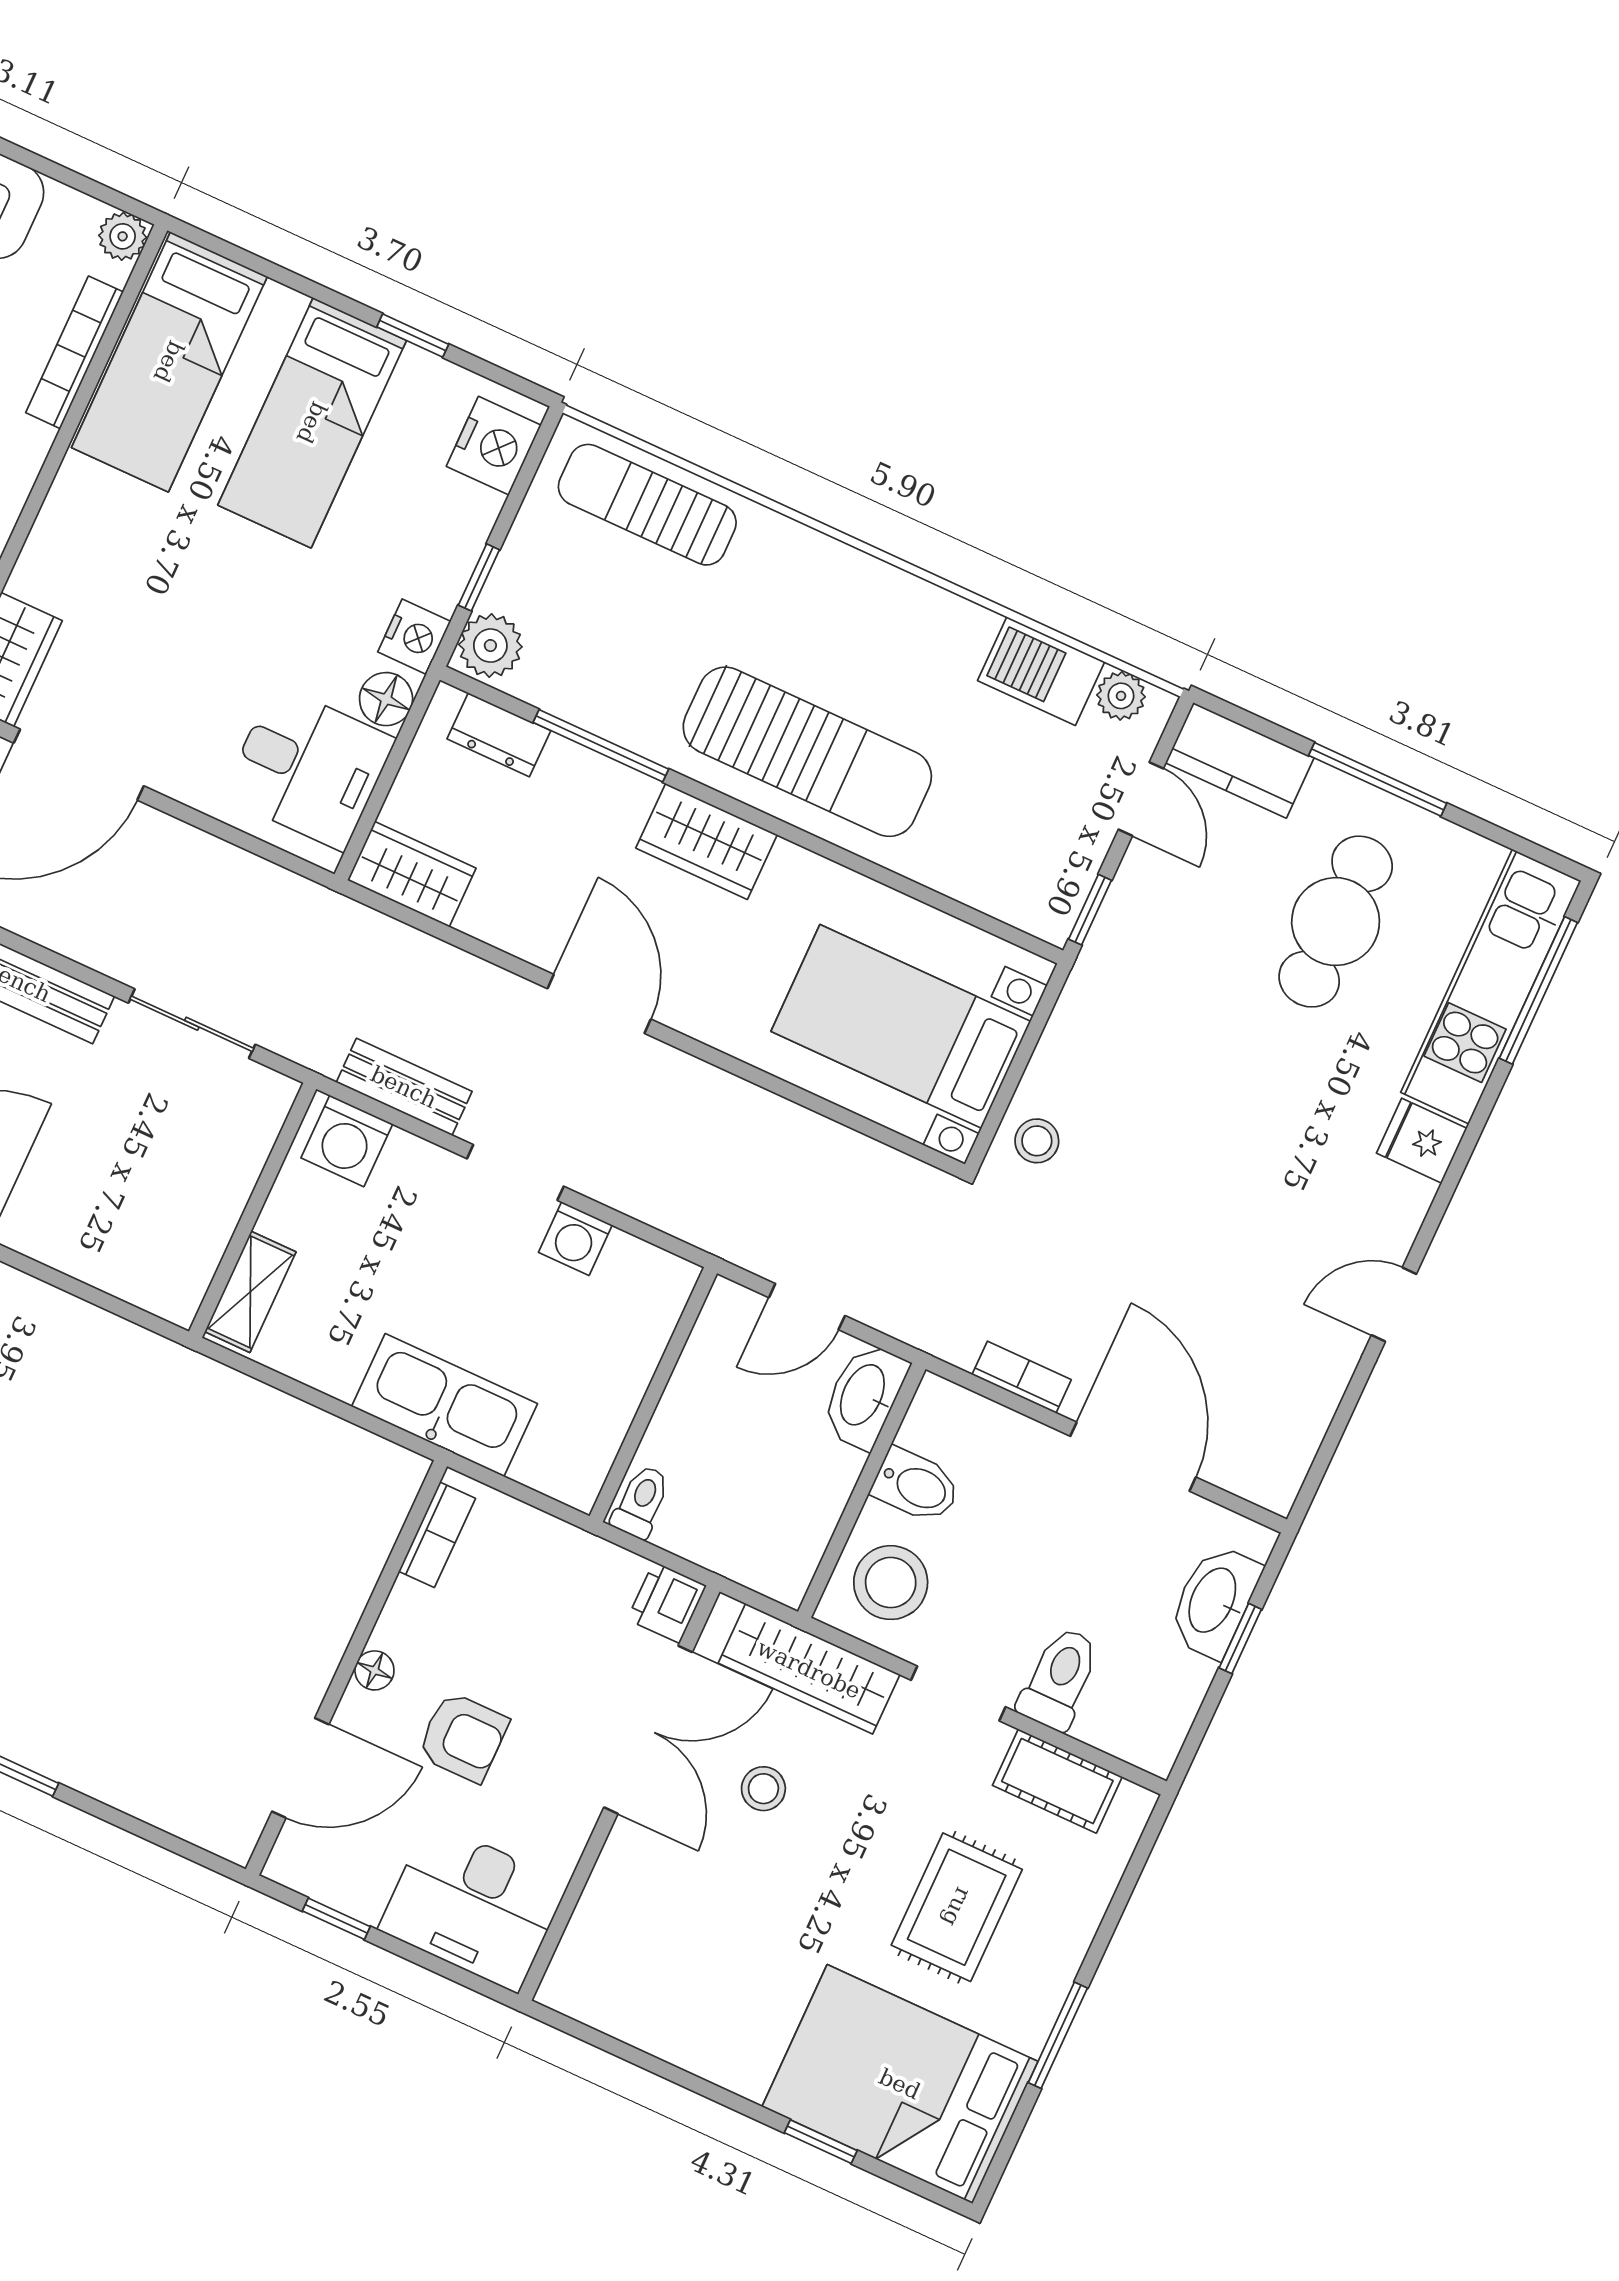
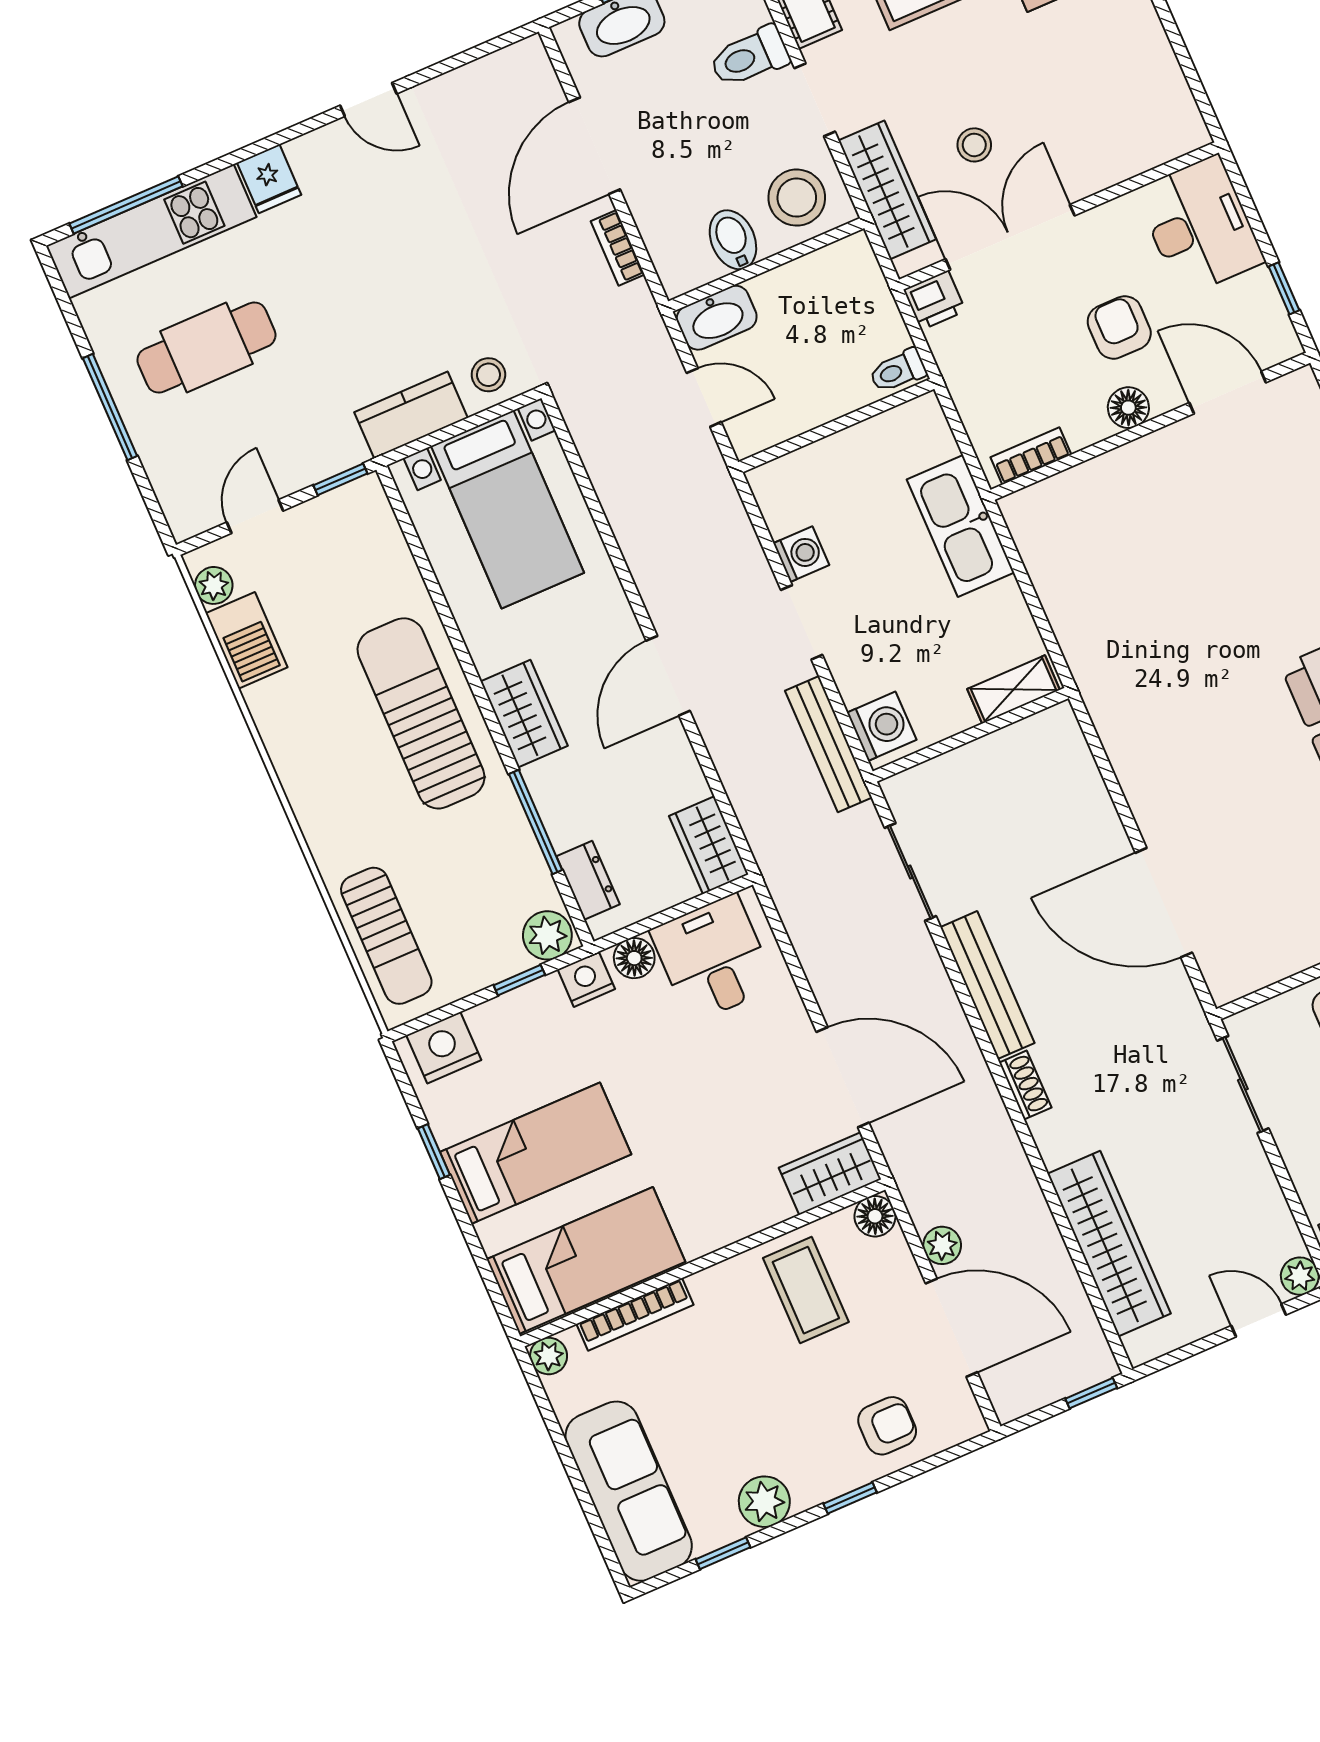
kitchen counter: (1240, 760) -> (411, 415), moved, turned -90
bench: (404, 1087) -> (828, 744), width x1.36
floor lamp: (374, 1670) -> (1128, 408), width x1.37, depth x1.37

